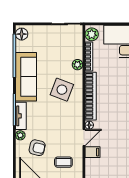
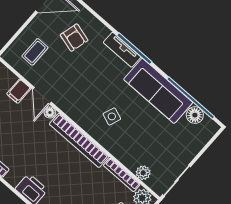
floor lamp: (22, 34) -> (195, 115), moved
plant: (77, 65) -> (143, 173), moved
side table: (62, 90) -> (112, 116), width x0.54, depth x0.54
plant: (20, 135) -> (102, 31), removed
armchair: (37, 148) -> (74, 38), turned -88

